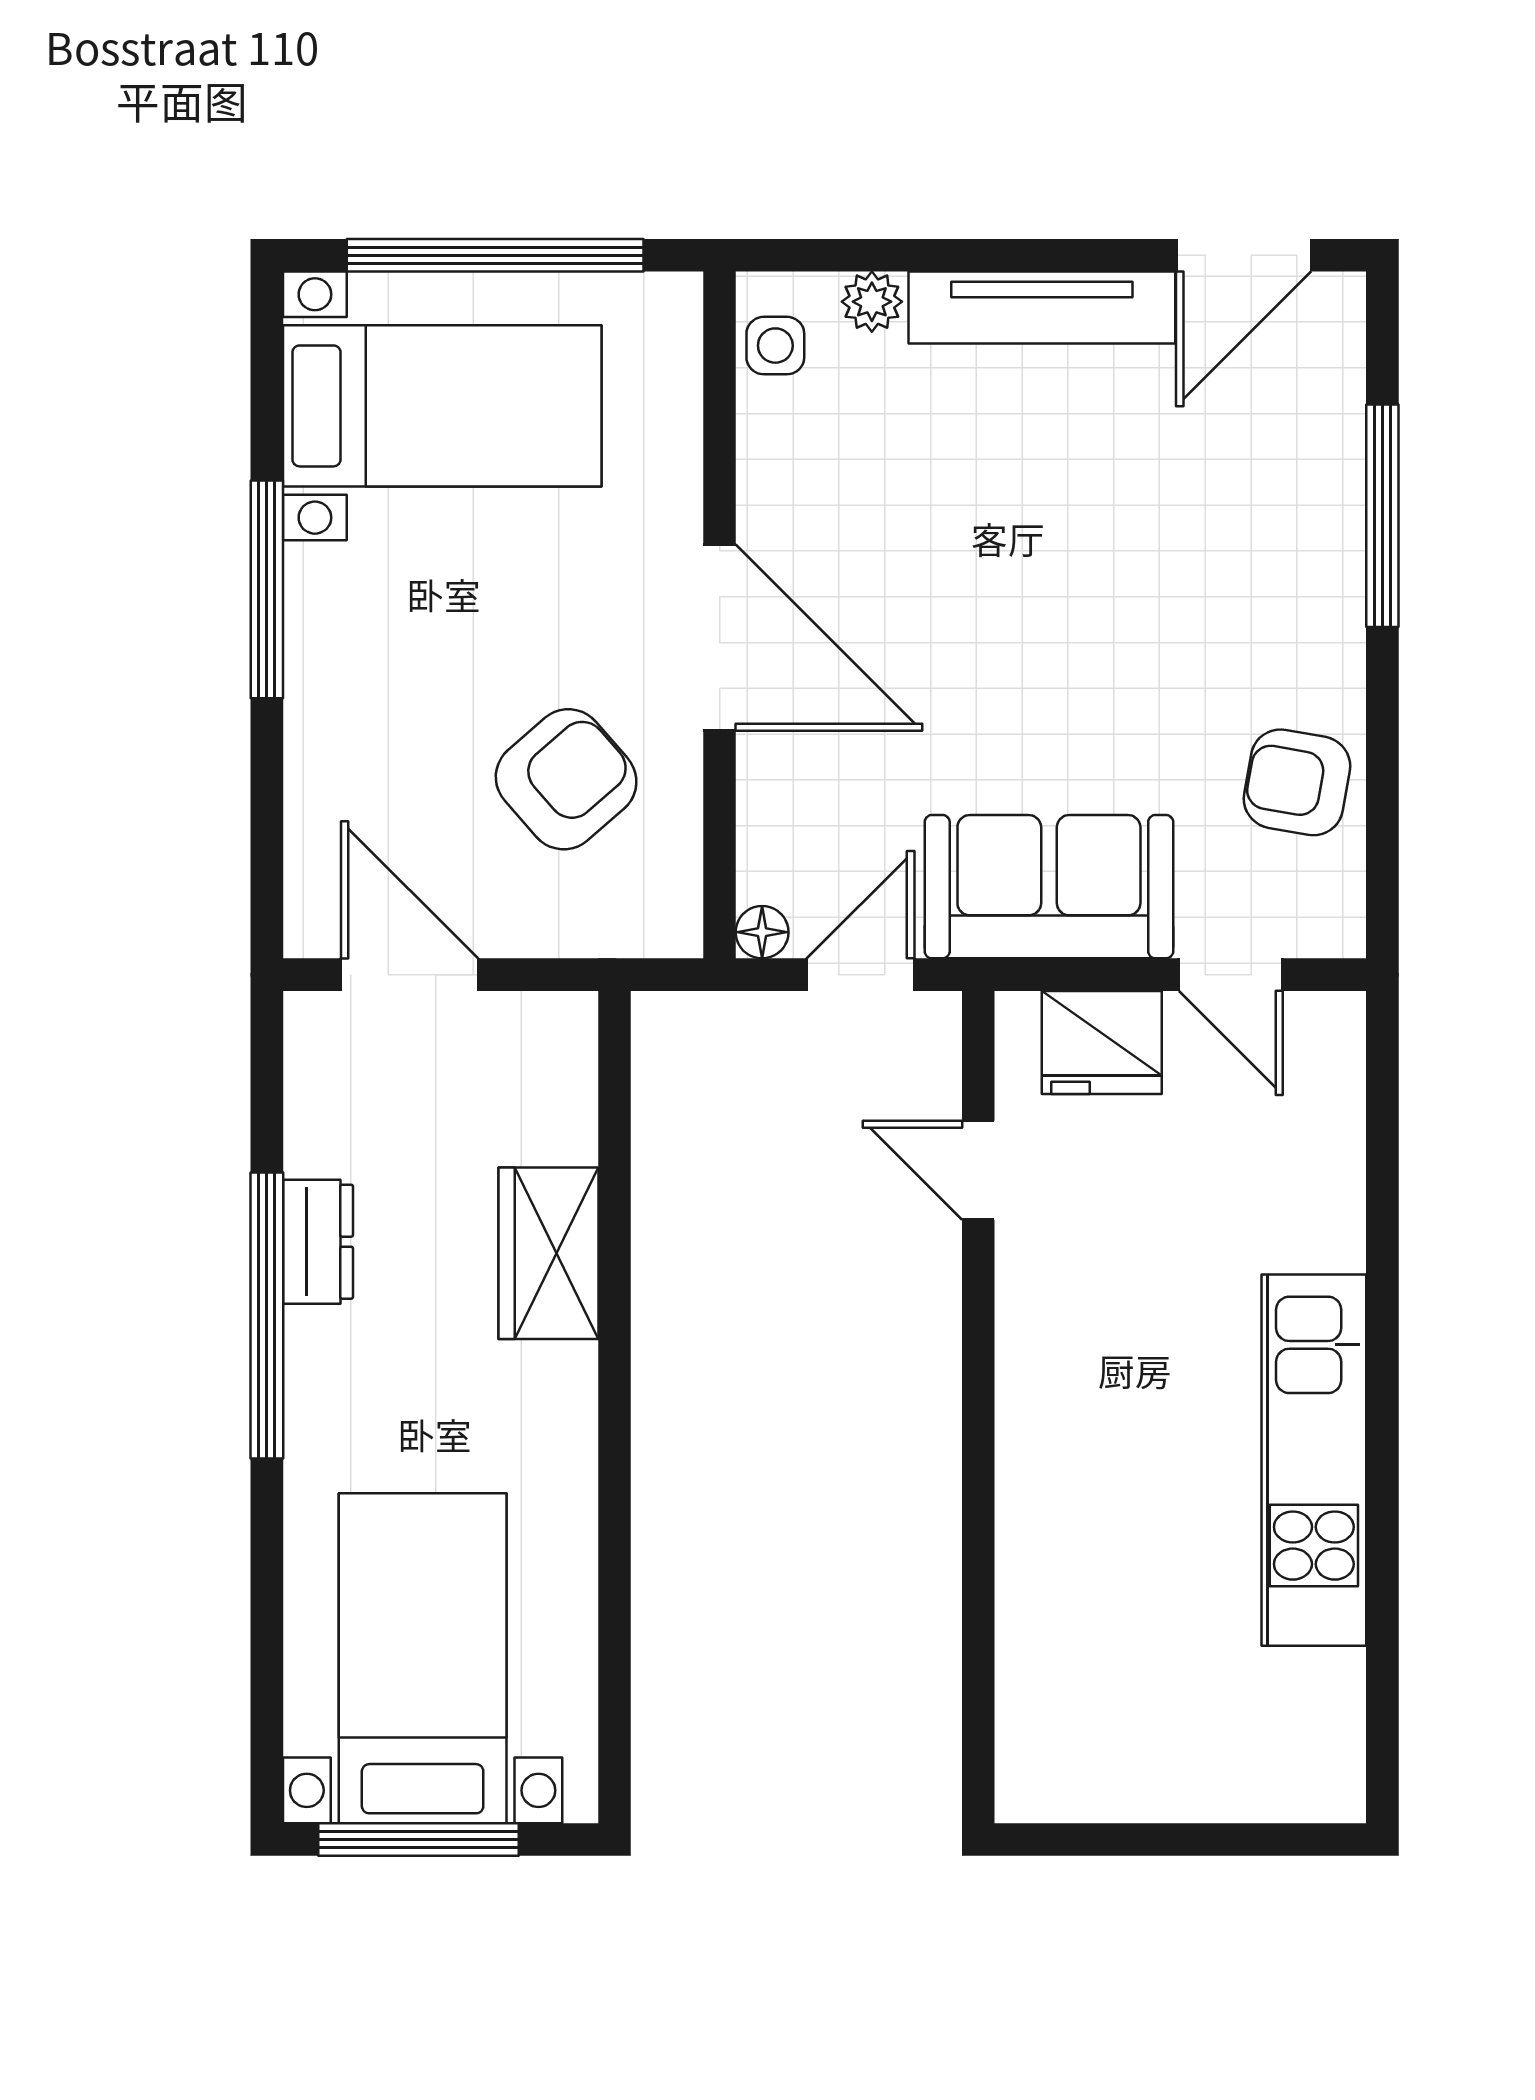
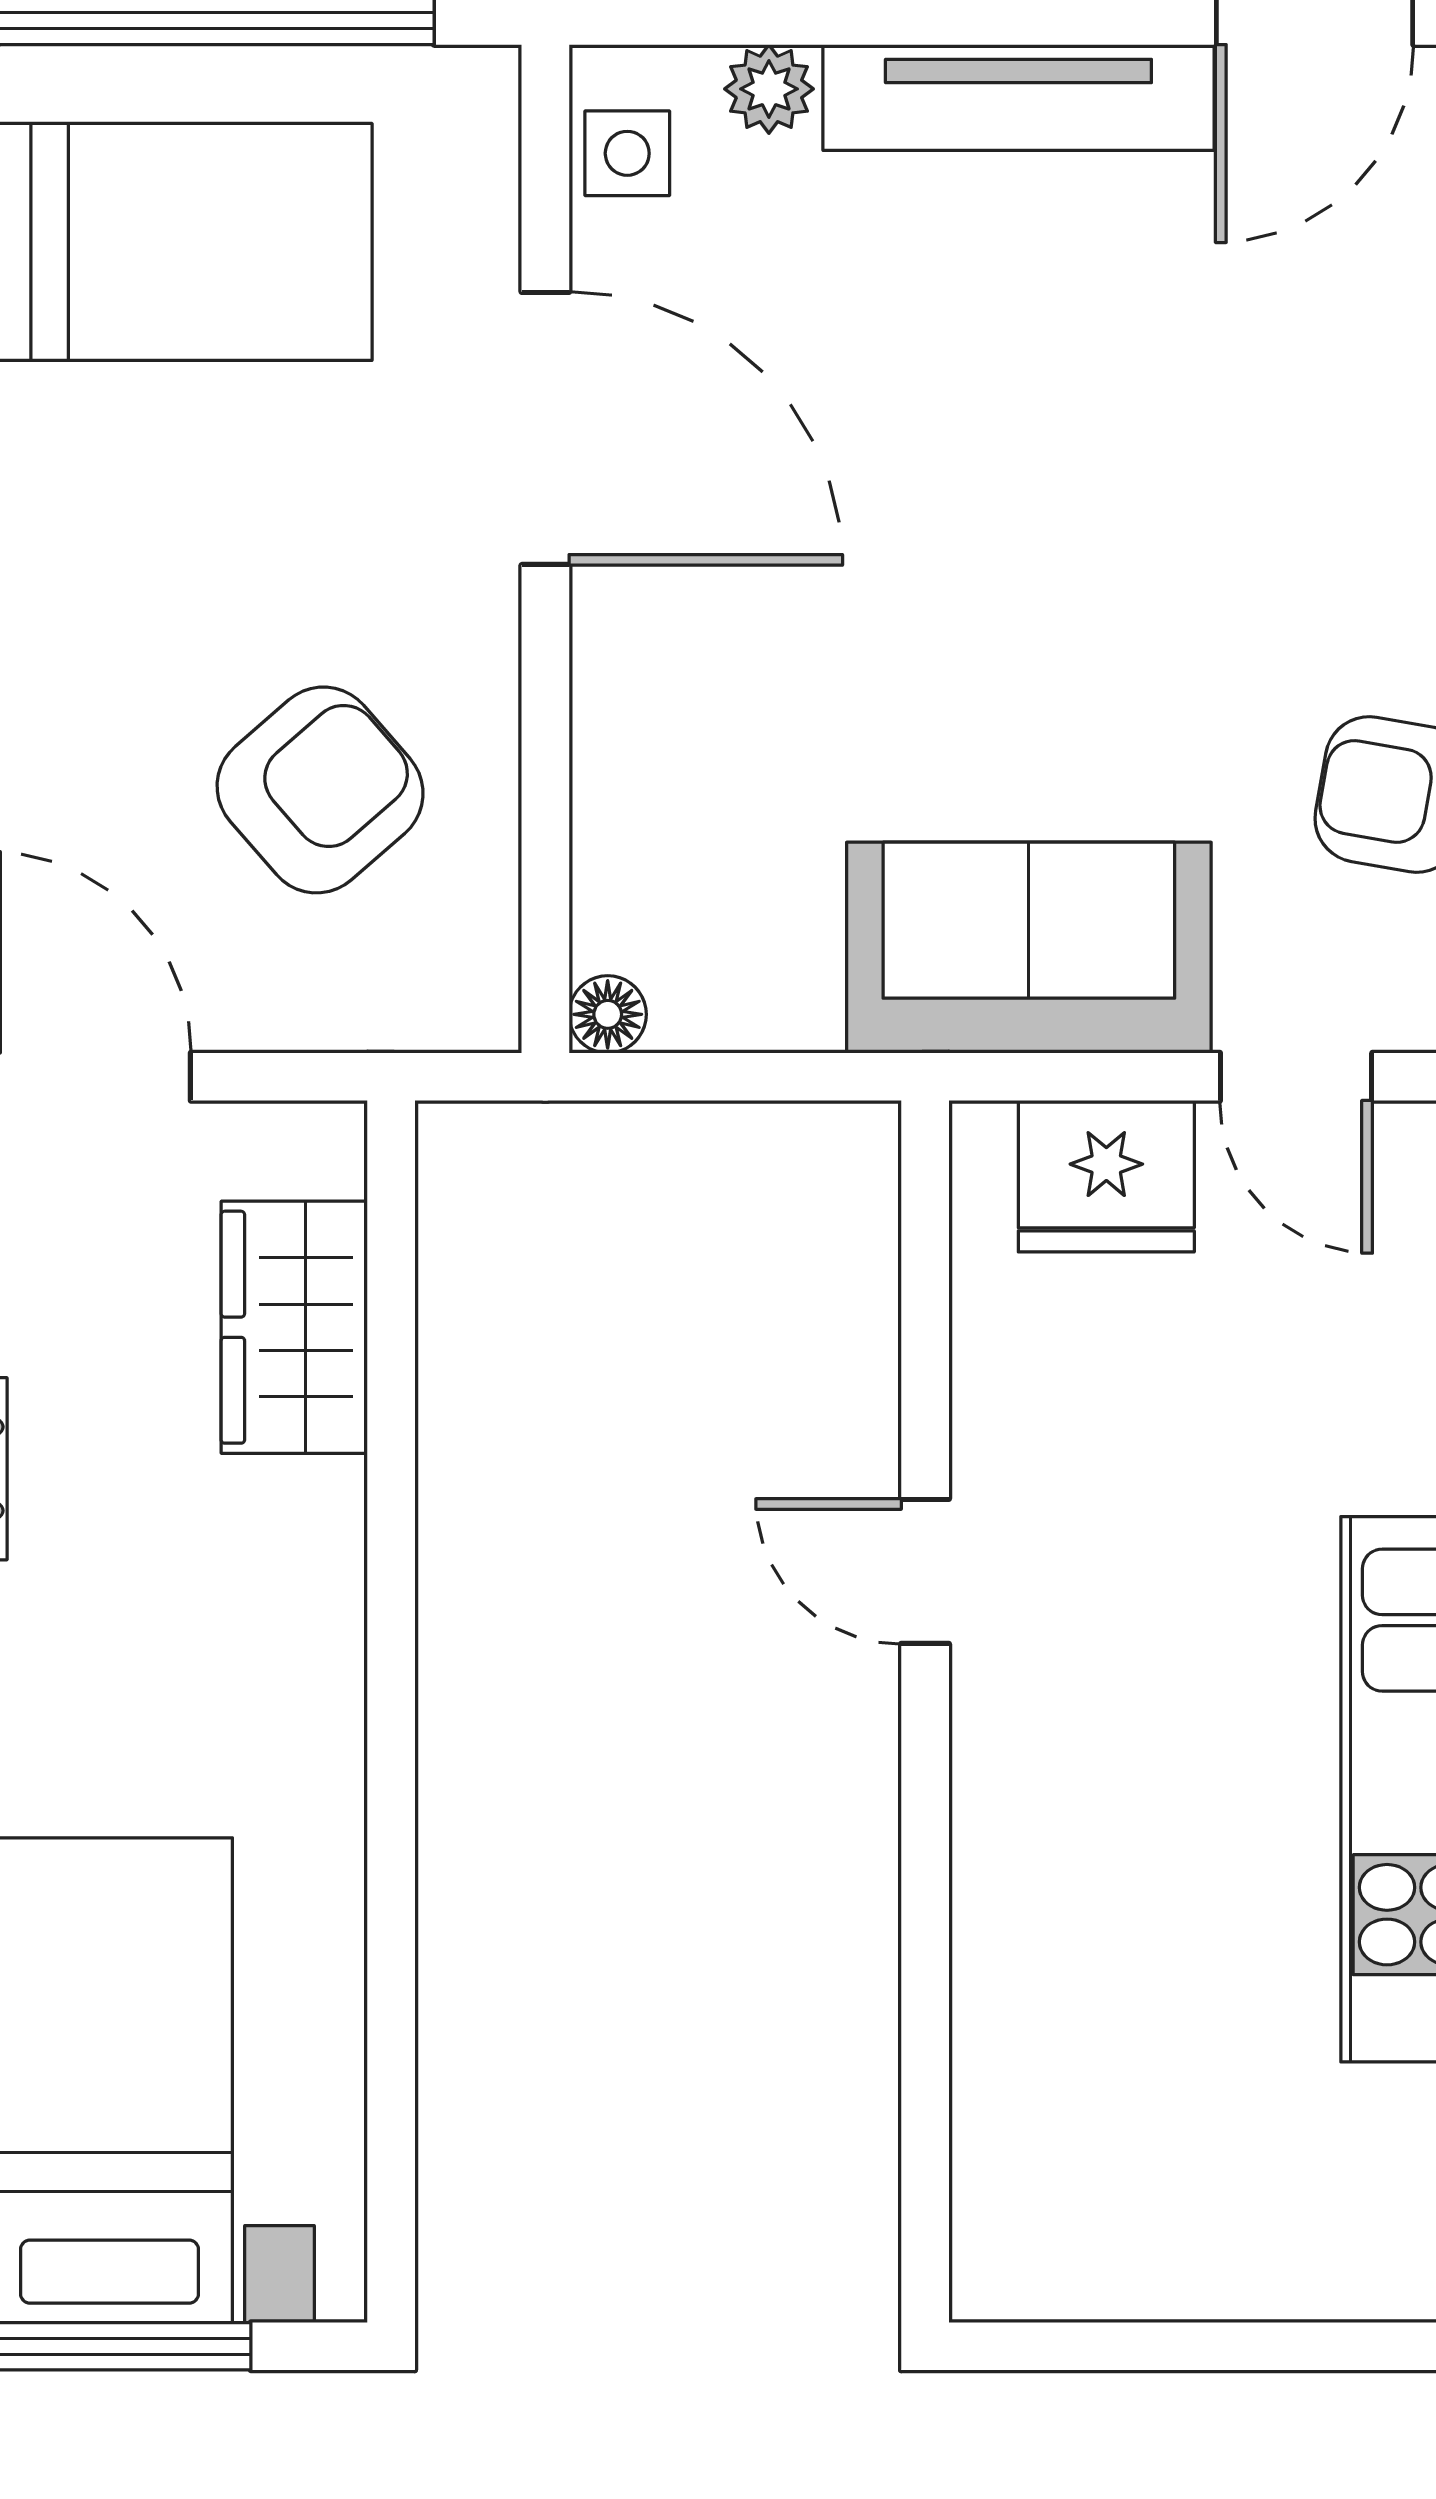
door: (720, 638) -> (545, 428), moved
door: (860, 975) -> (752, 1077), removed
door: (978, 1170) -> (925, 1571), moved
wardrobe: (549, 1253) -> (294, 1327), moved

